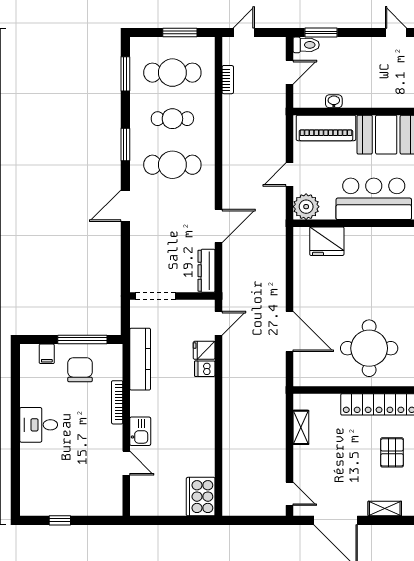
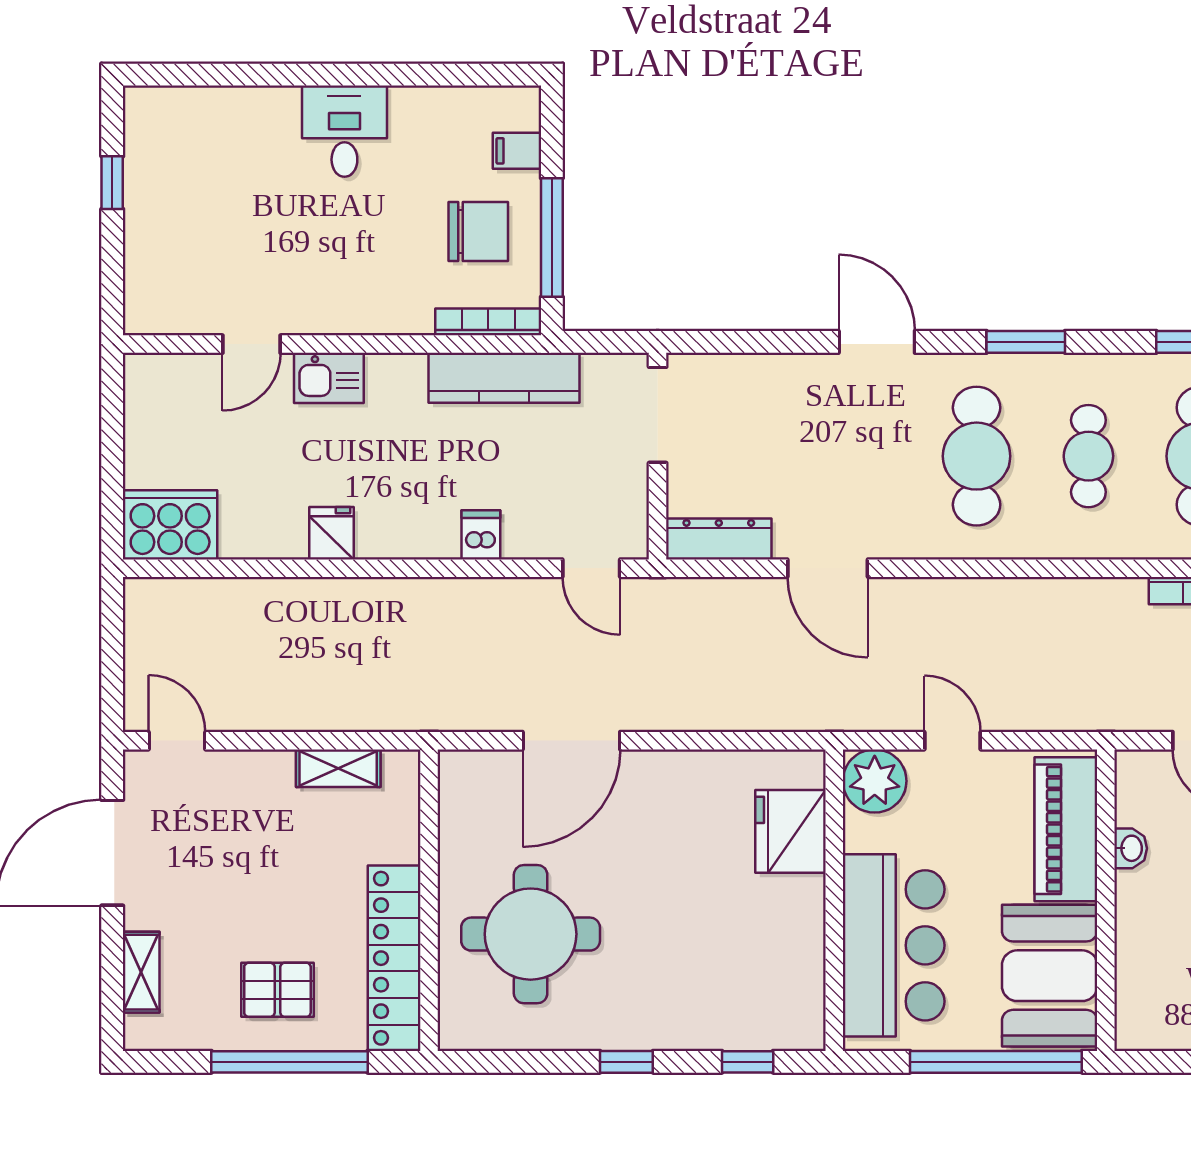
fridge: (204, 350) -> (332, 533), moved
bookcase: (117, 402) -> (488, 322), moved
door: (289, 494) -> (177, 741), swing flipped

